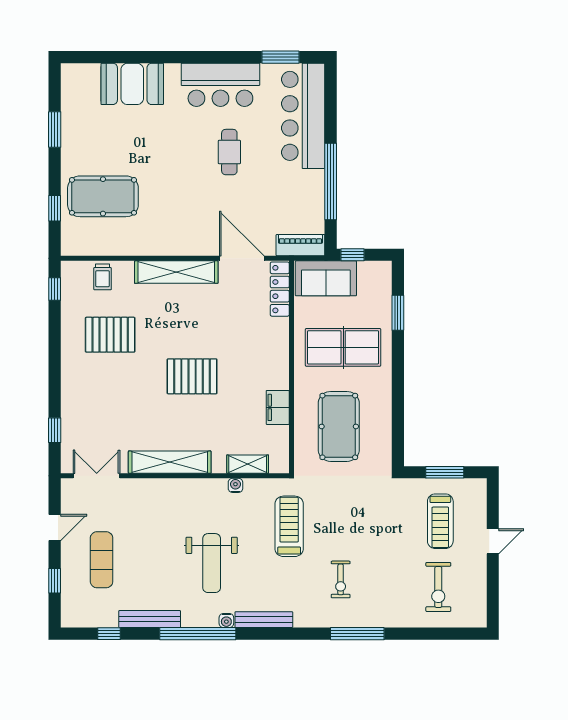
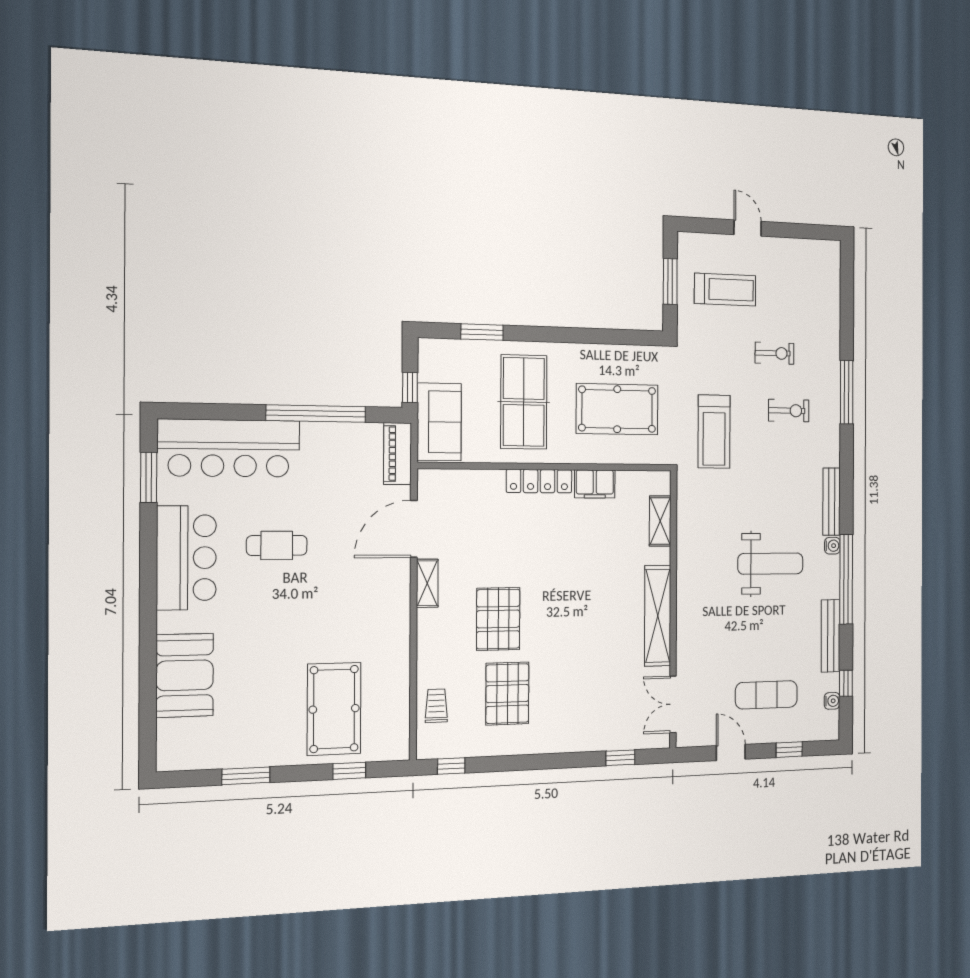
shelving: (176, 272) -> (427, 583), width x0.45, depth x0.75
trolley: (103, 277) -> (436, 706), turned -90
locker: (280, 289) -> (539, 481), moved
pallet: (192, 376) -> (498, 619), moved
water cooler: (235, 485) -> (832, 701), moved, turned 180
treadmill: (289, 526) -> (714, 432), moved, turned -90
exercise bike: (438, 587) -> (775, 353), moved, width x0.73, depth x0.72

